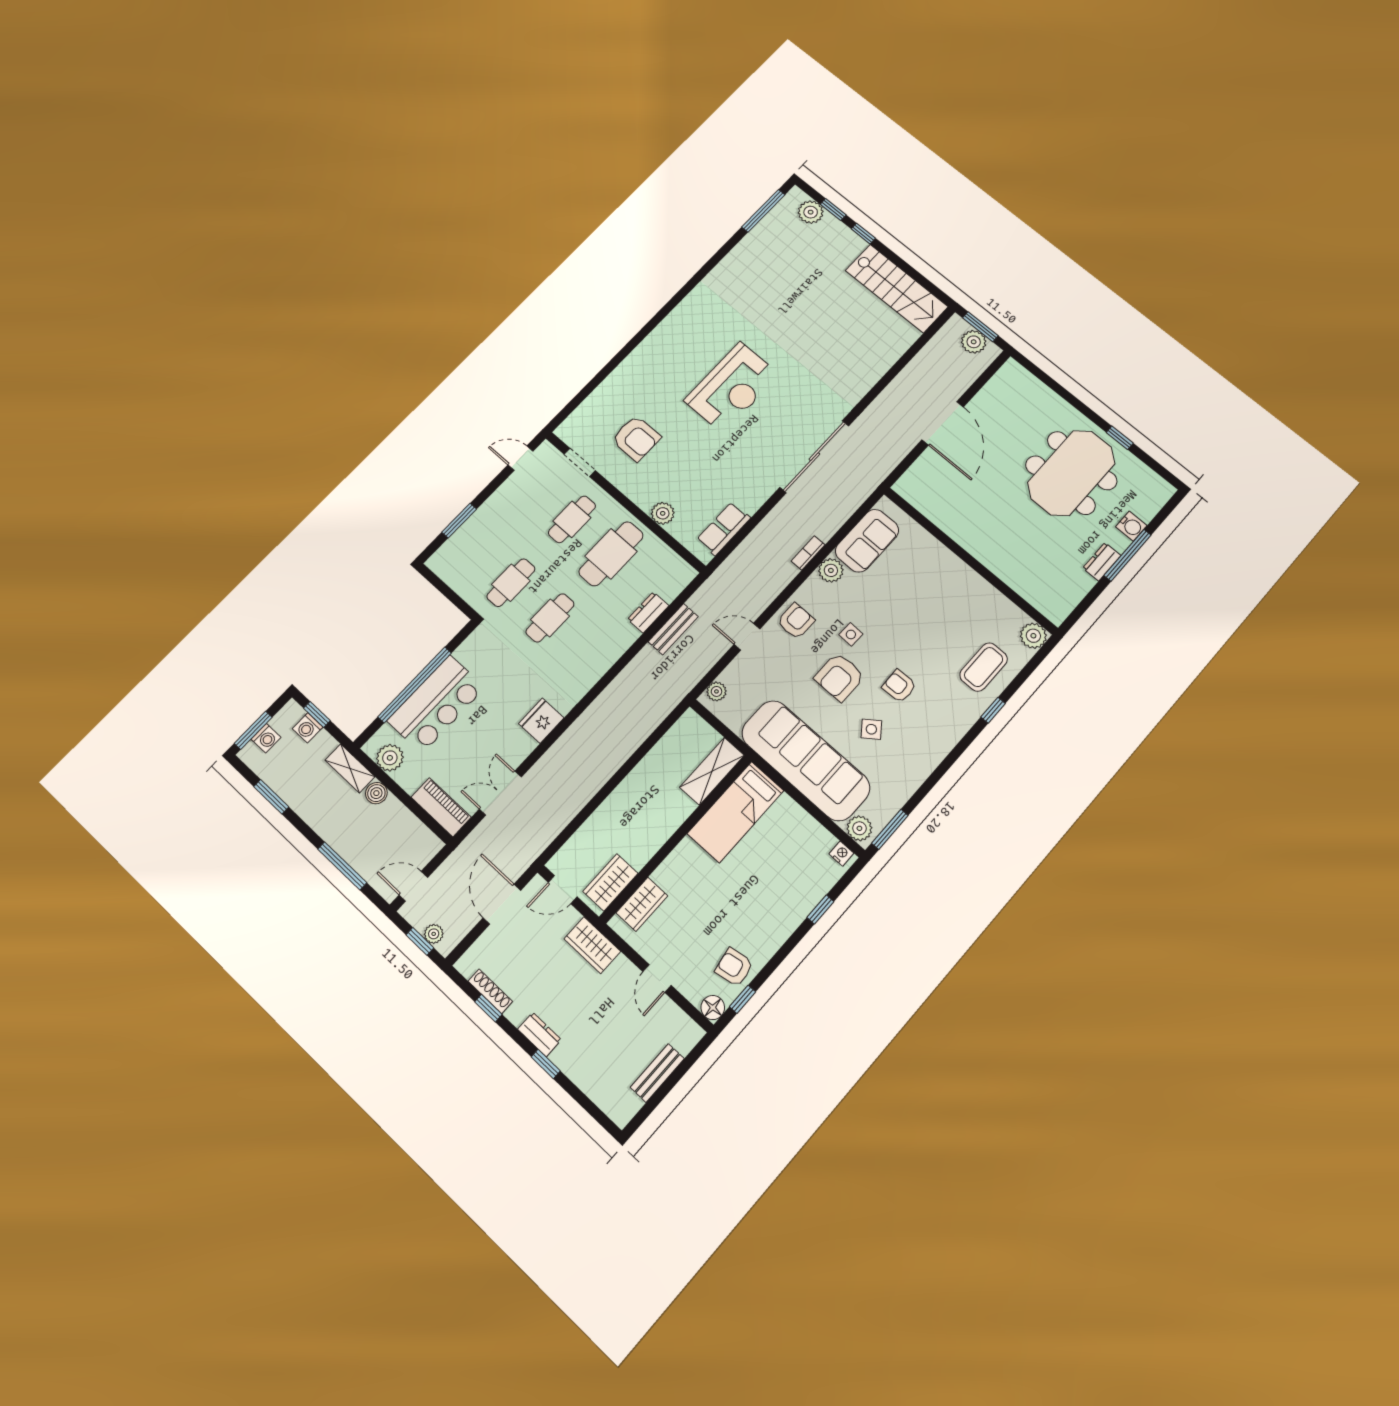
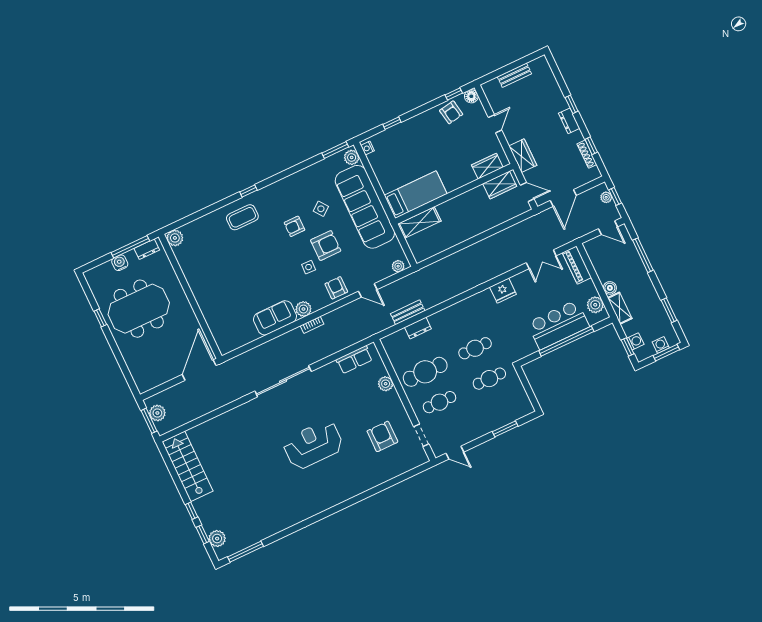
wall: (970, 560) -> (190, 296), moved
armchair: (796, 621) -> (336, 288), turned 90
plant: (1033, 636) -> (175, 238), moved
armchair: (899, 686) -> (294, 226), turned 92

